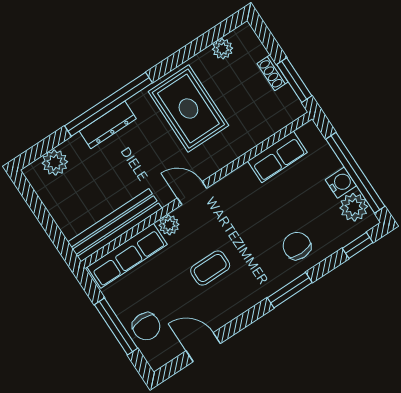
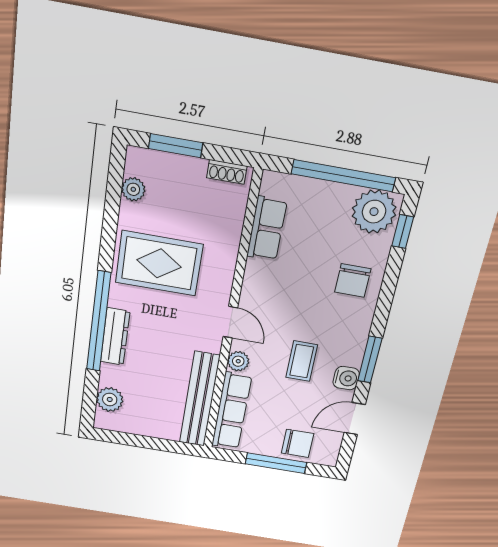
shoe rack: (273, 73) -> (227, 172), moved
window: (294, 80) -> (176, 146), moved
water cooler: (341, 183) -> (346, 378), moved, turned 90
door: (192, 193) -> (230, 322), swing flipped
plant: (354, 207) -> (374, 212), width x1.36, depth x1.36
chair: (297, 246) -> (353, 280), turned -90
window: (290, 290) -> (370, 360), moved

